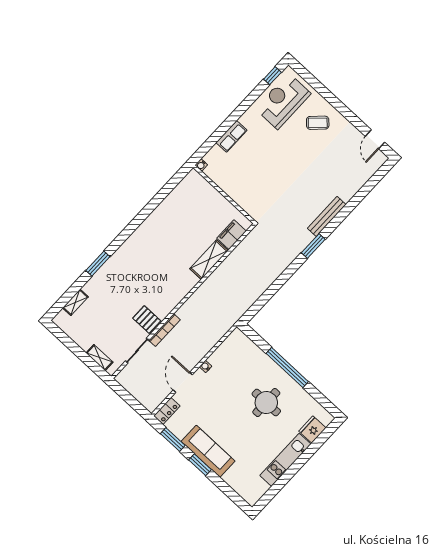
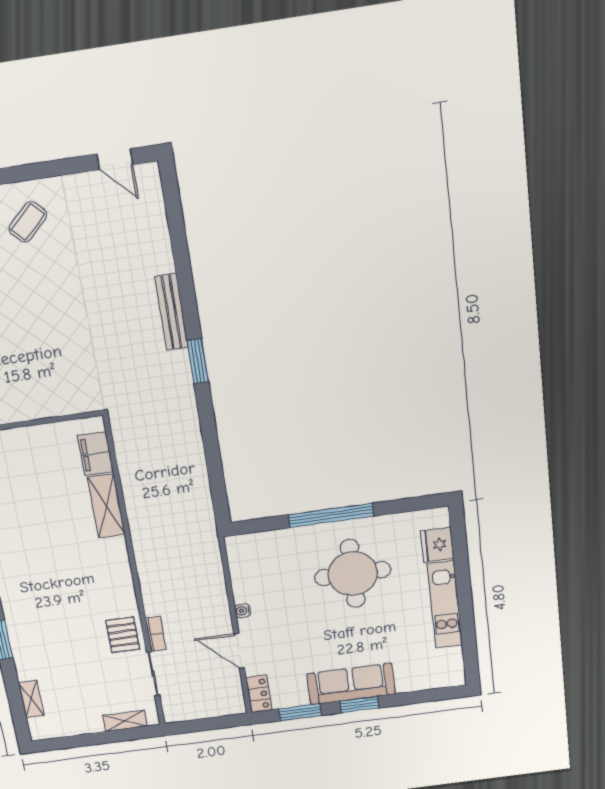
pallet: (147, 320) -> (123, 635), turned 90
bookcase: (165, 330) -> (156, 634), width x0.64
round table: (266, 403) -> (353, 574), width x1.36, depth x1.36

